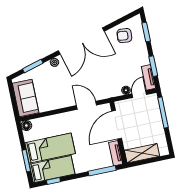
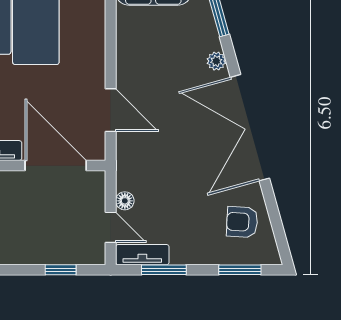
armchair: (124, 36) -> (242, 222), turned -92
door: (87, 105) -> (111, 110), hinge flipped
window: (163, 113) -> (61, 270), width x0.46

